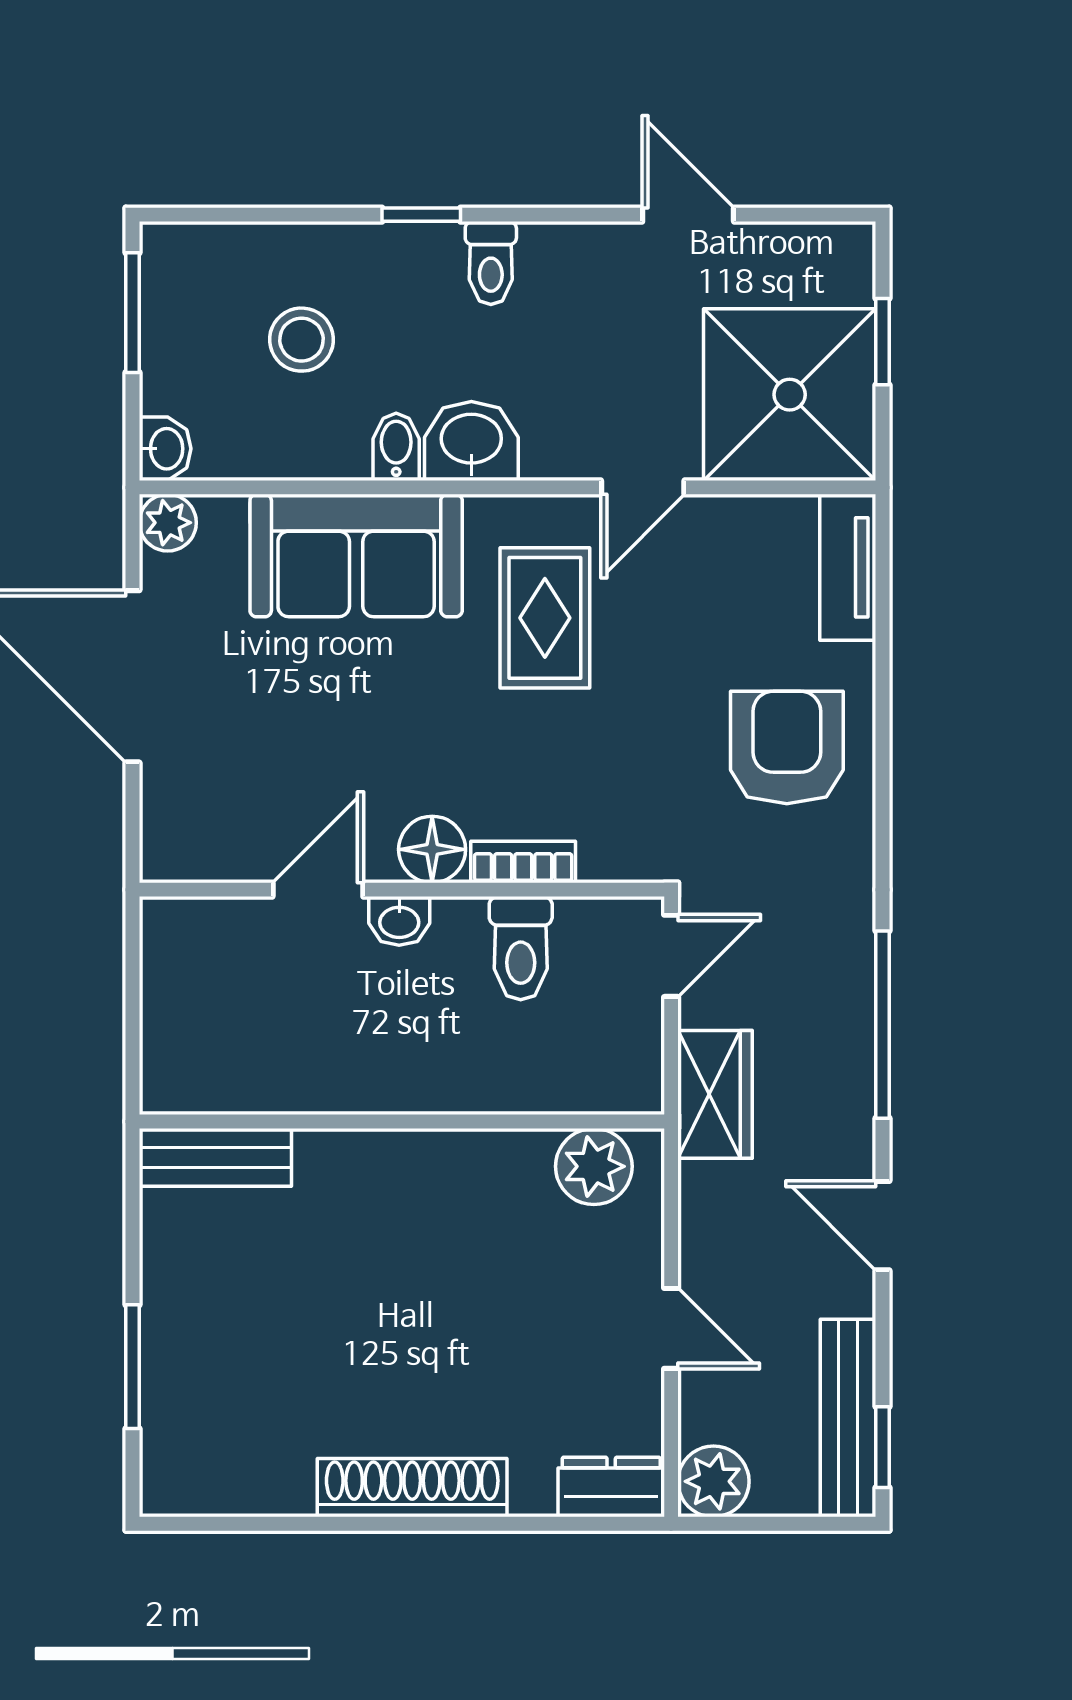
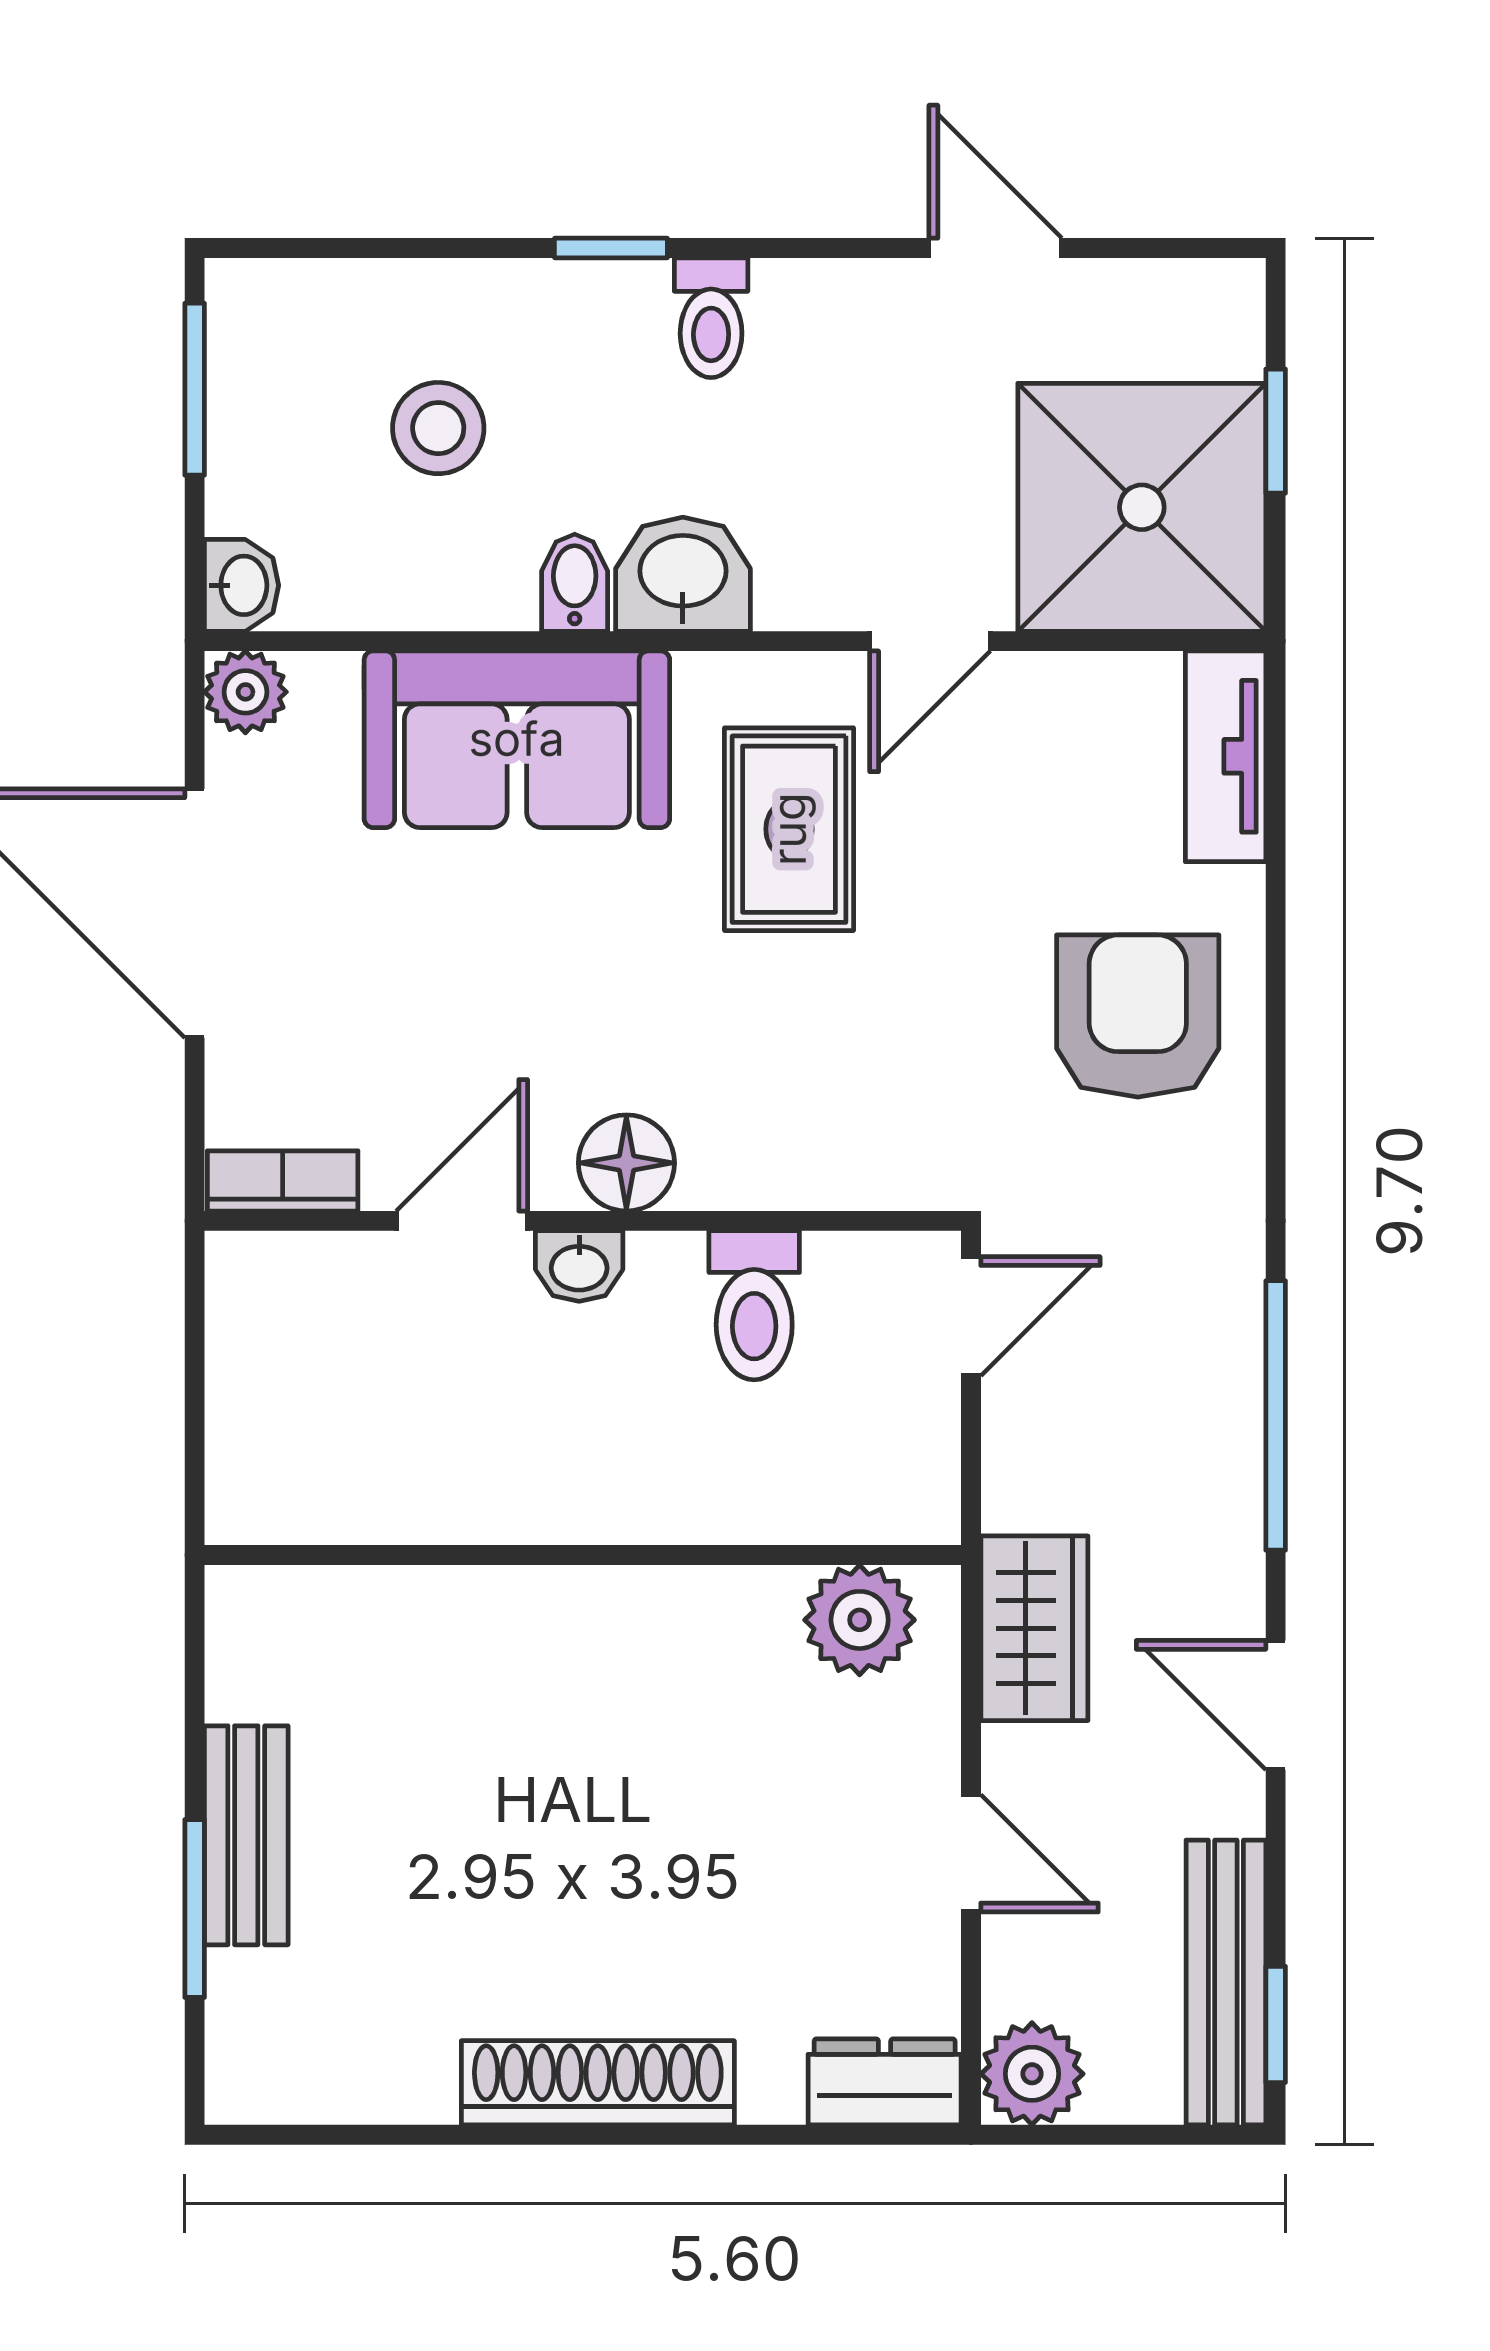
bookcase: (523, 862) -> (283, 1181), moved
wardrobe: (715, 1094) -> (1034, 1628), moved
bench: (215, 1157) -> (246, 1835), moved, turned 90

